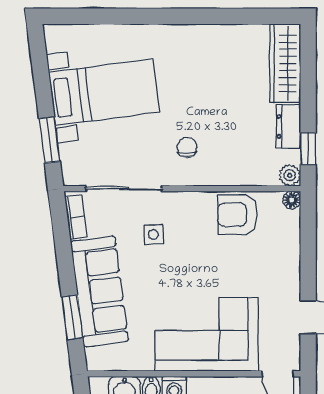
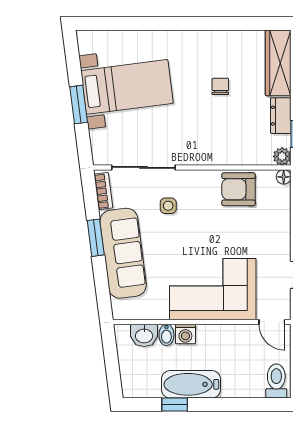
window: (49, 140) -> (79, 105), moved
chair: (187, 147) -> (220, 86), moved
window: (72, 317) -> (96, 238), moved

